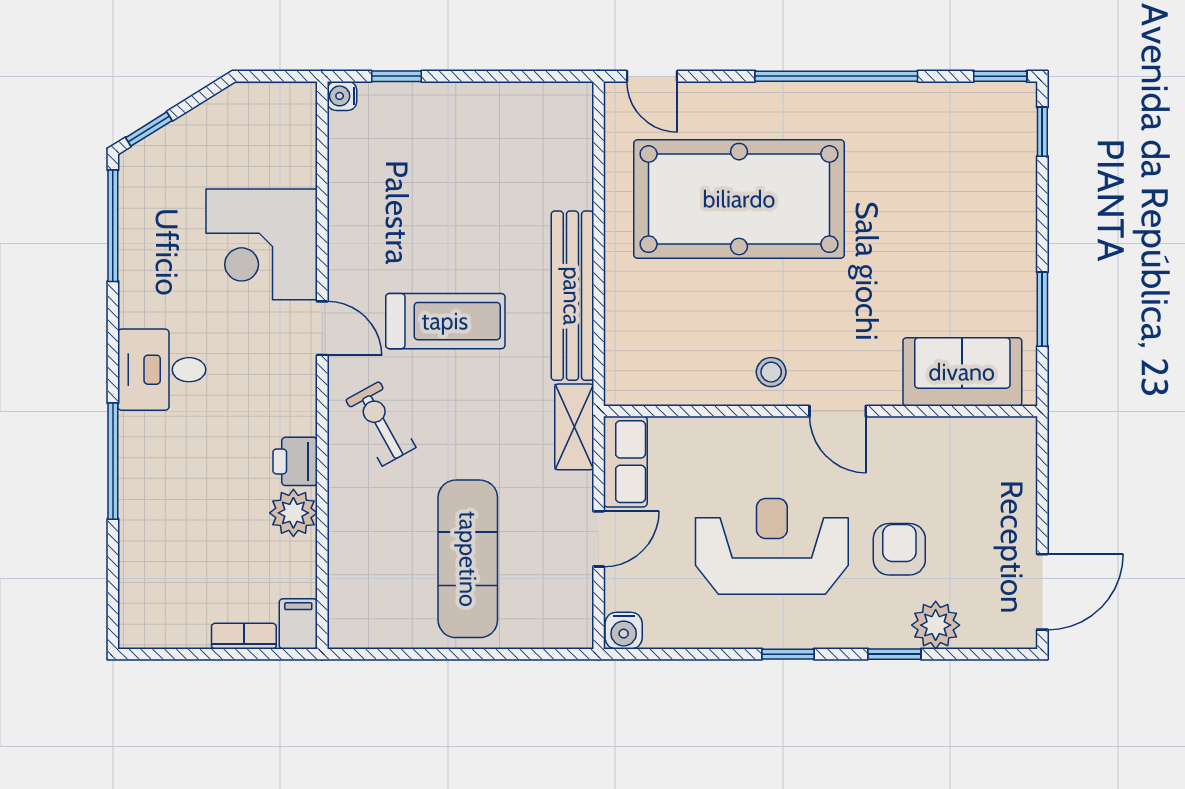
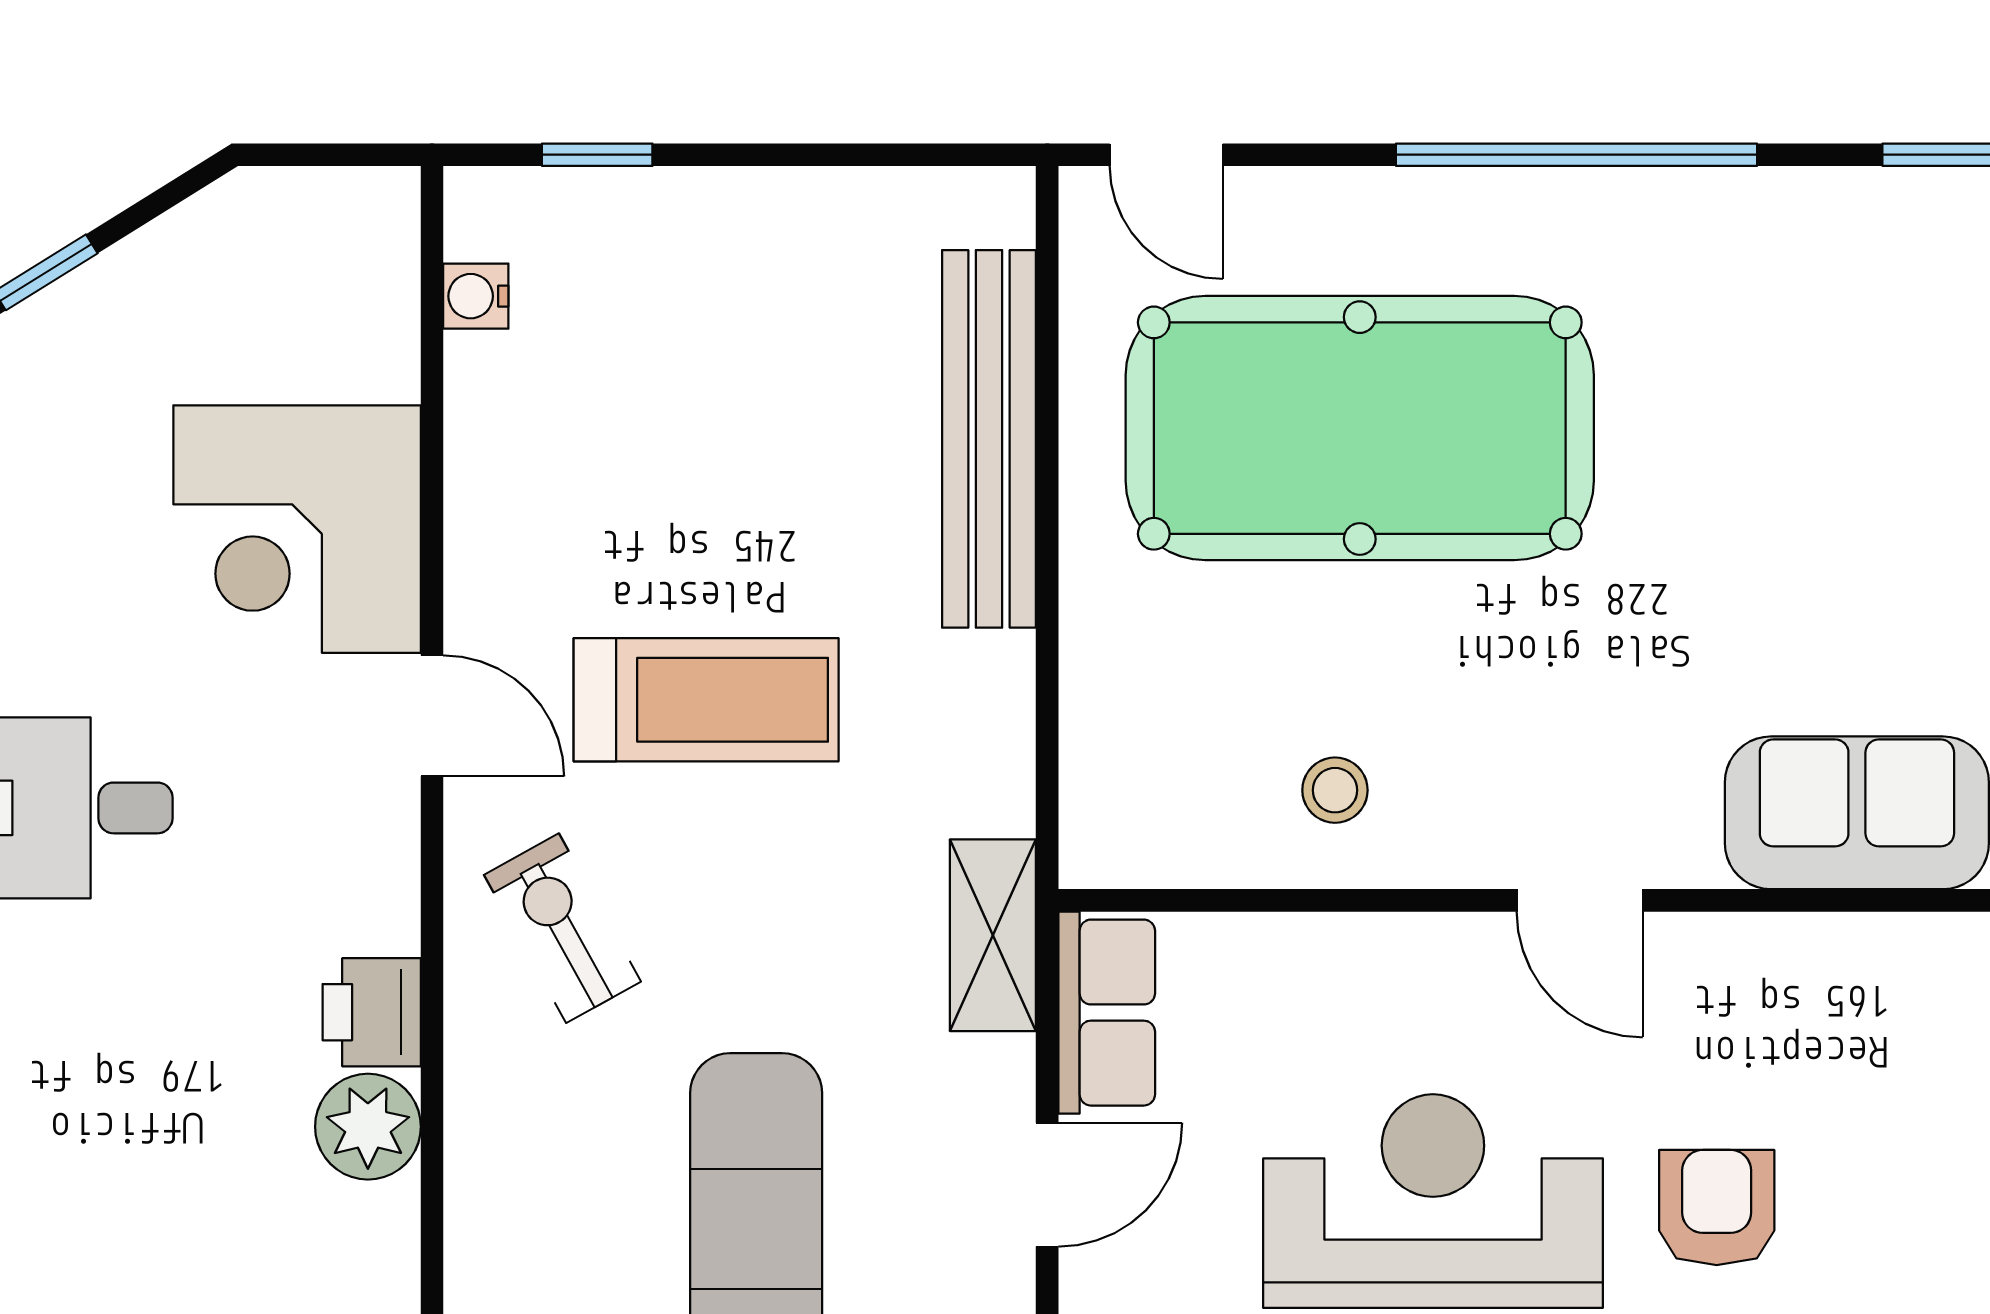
water cooler: (342, 96) -> (476, 296), moved
bench: (572, 296) -> (989, 439), moved
stool: (771, 372) -> (1335, 790), moved

